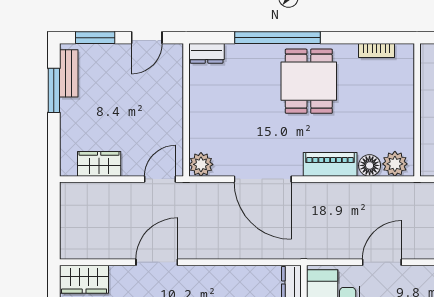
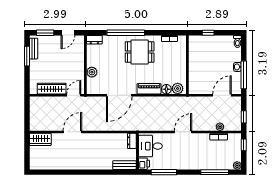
dining table: (309, 81) -> (140, 52), turned 90
wardrobe: (99, 164) -> (52, 89), width x1.50
plant: (201, 164) -> (92, 72), moved
door: (263, 179) -> (119, 95), hinge flipped
door: (382, 262) -> (183, 132), moved

